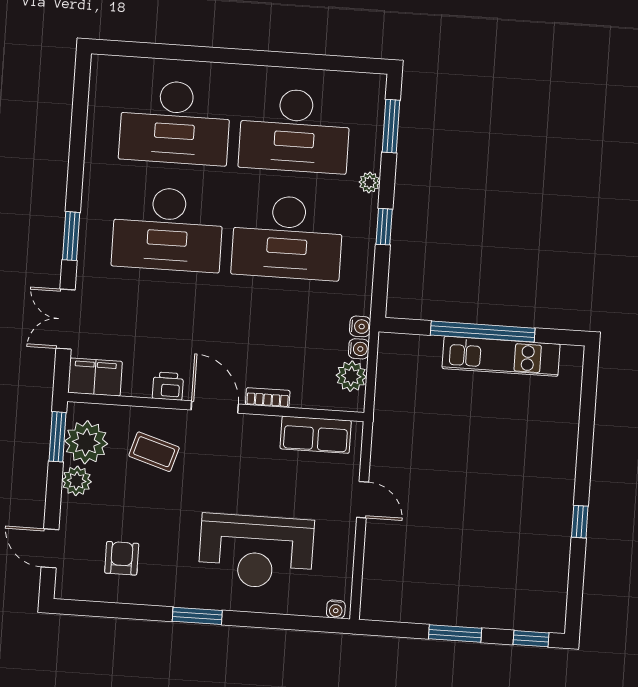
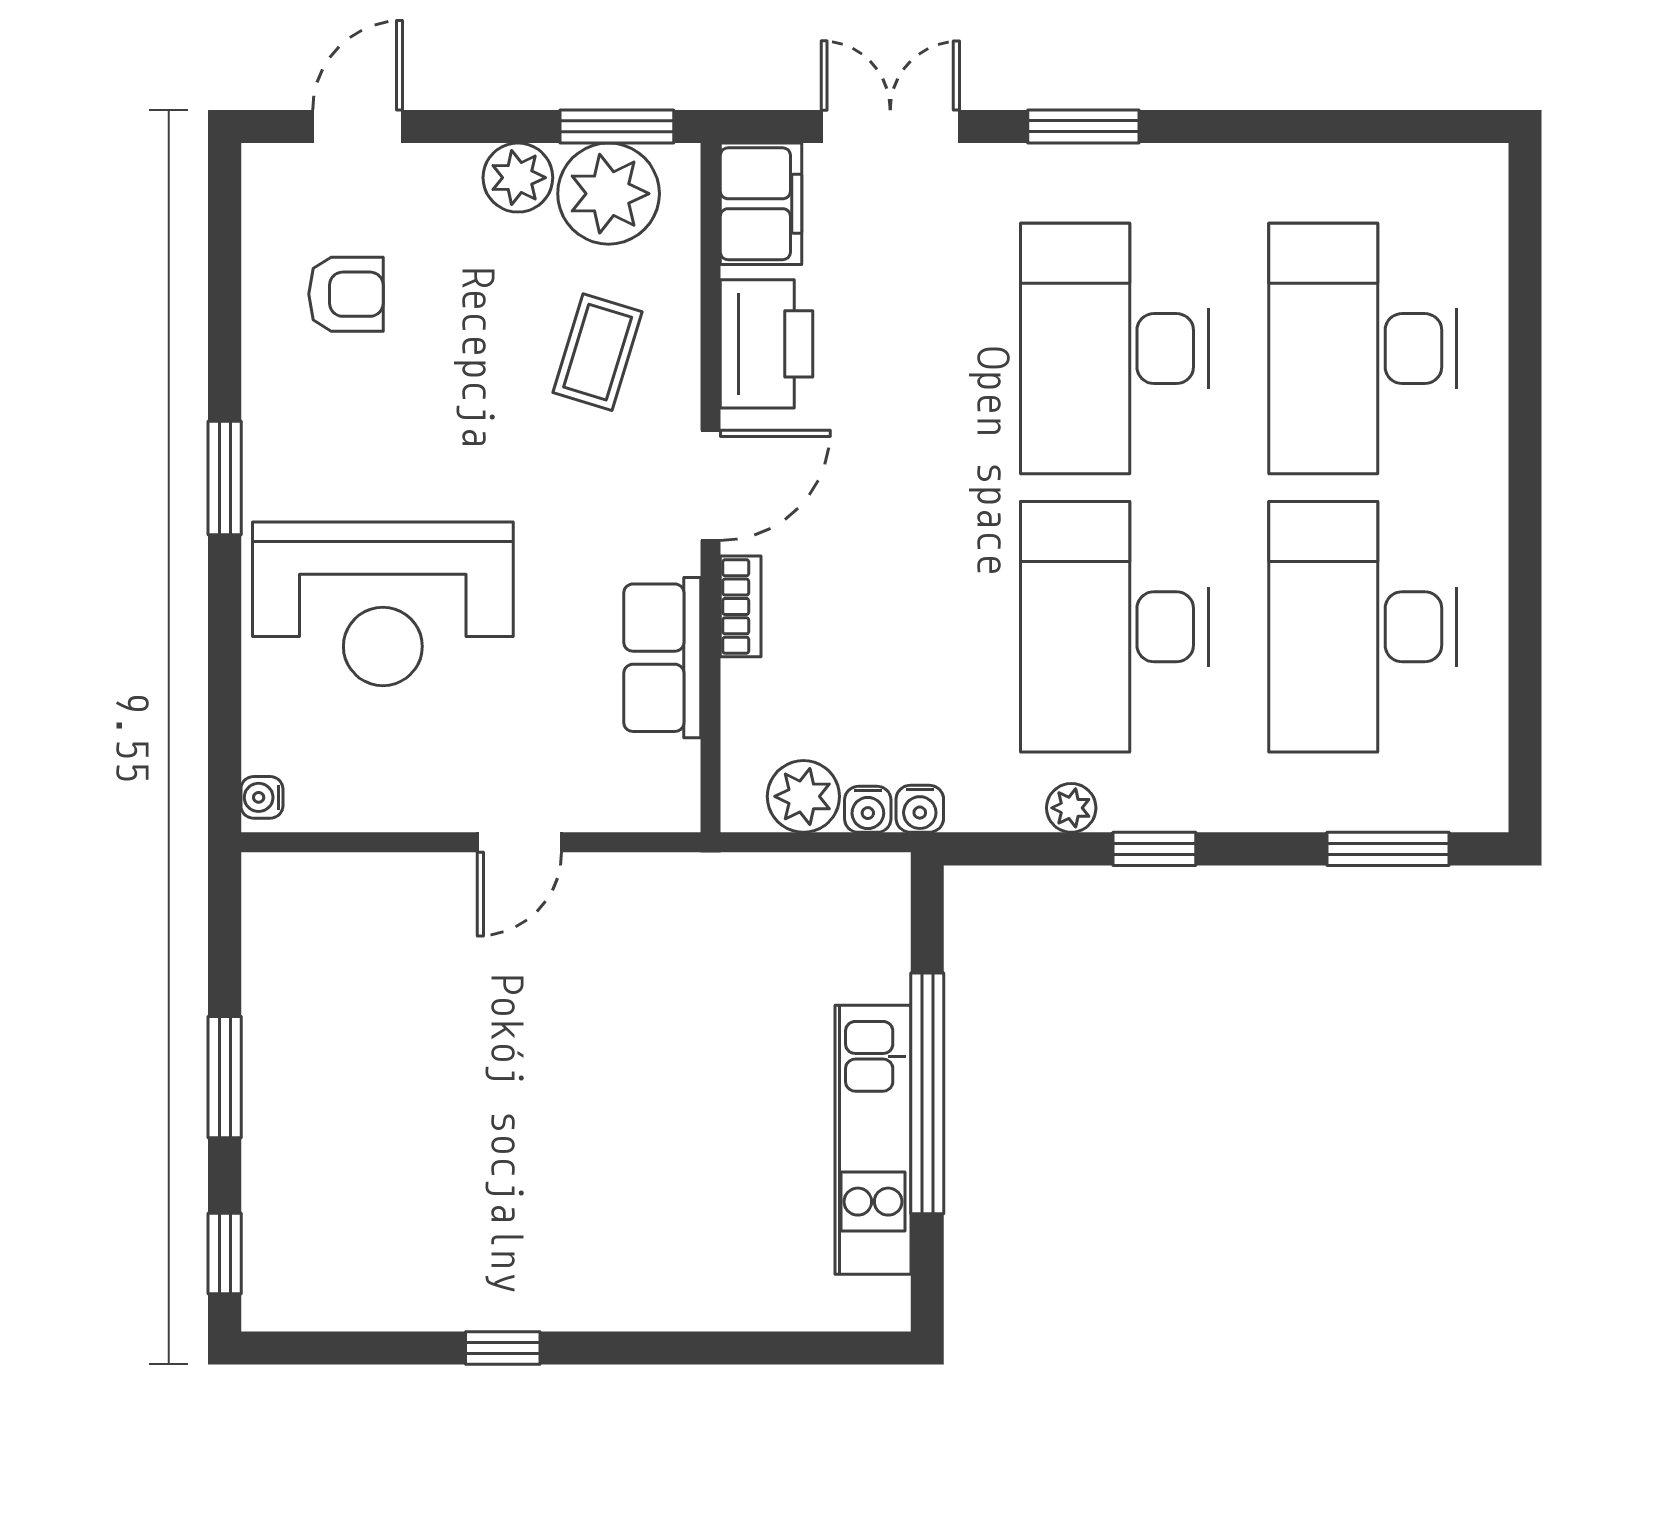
plant: (369, 182) -> (1071, 808), moved
printer: (168, 386) -> (767, 344), width x1.87, depth x1.48
row of seats: (316, 435) -> (662, 658), moved
reception desk: (256, 551) -> (383, 604), turned -90

